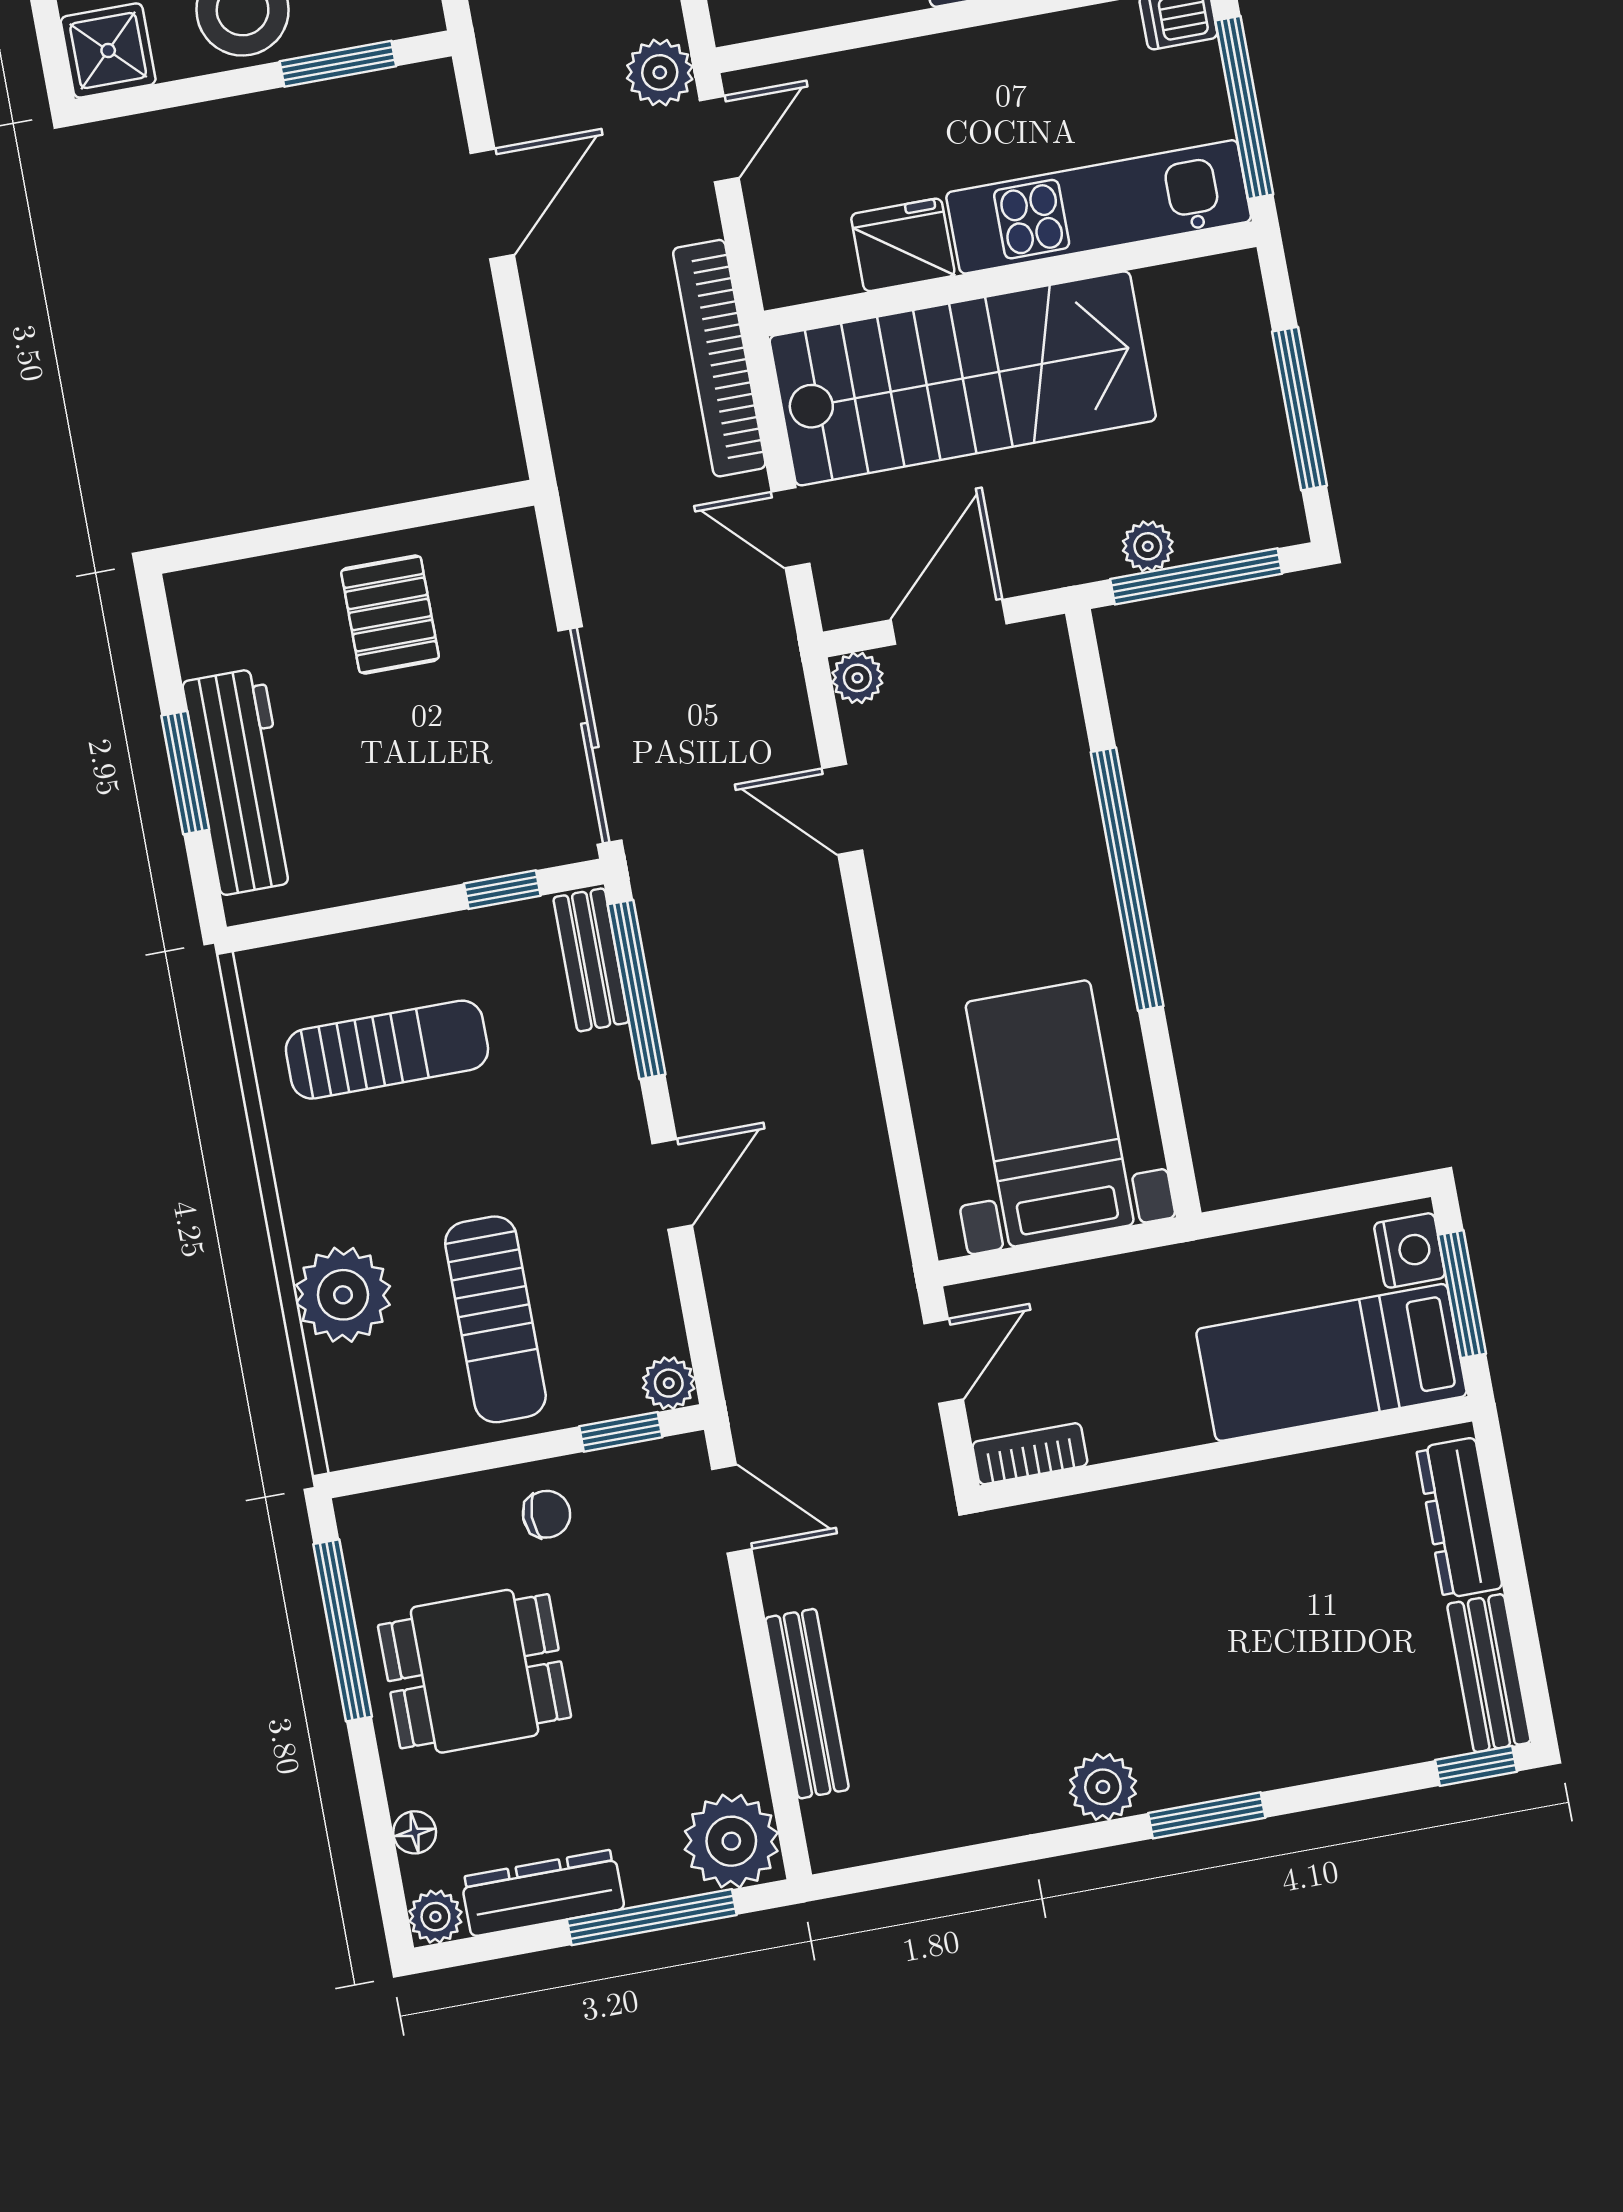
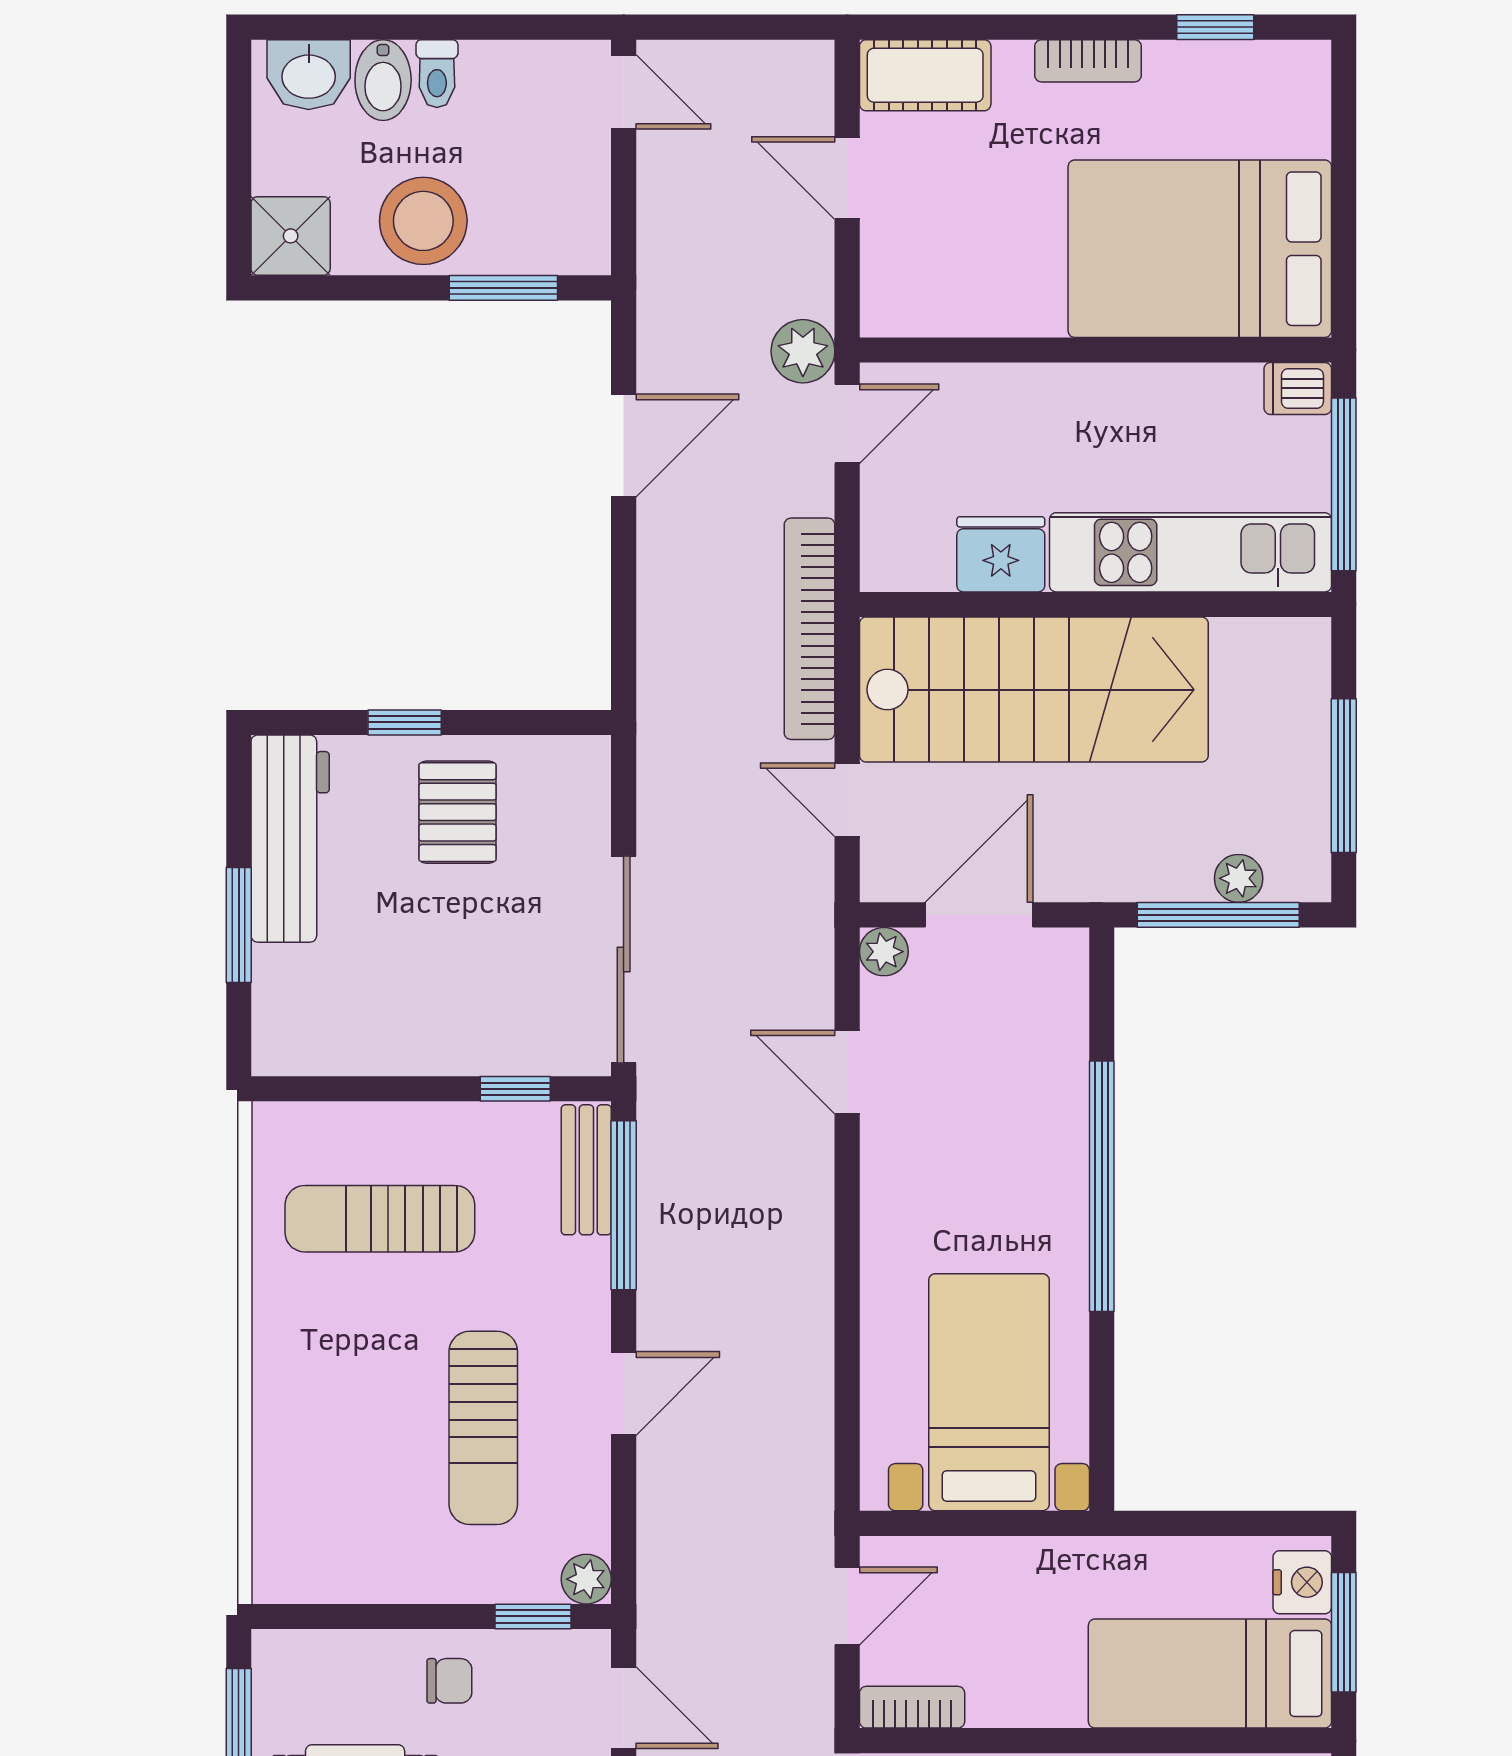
window: (318, 532) -> (405, 722), added
plant: (1148, 546) -> (1239, 878), moved
workbench: (242, 781) -> (290, 839), moved
sun lounger: (387, 1050) -> (380, 1219), turned 180
plant: (343, 1295) -> (297, 1441), removed
sun lounger: (495, 1319) -> (483, 1428), moved

